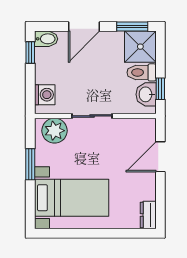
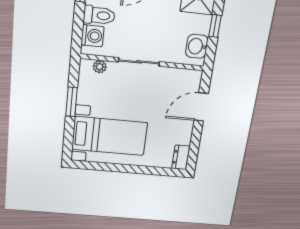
toilet: (142, 72) -> (99, 15), moved, turned 180
window: (160, 89) -> (215, 26), moved
plant: (54, 131) -> (100, 67), width x0.53, depth x0.53

